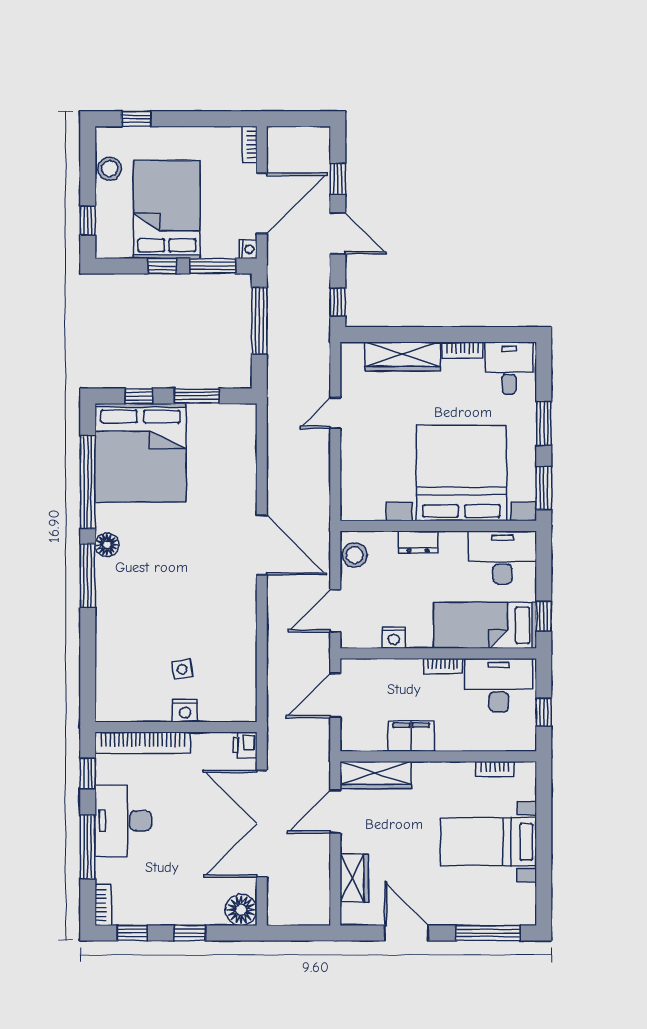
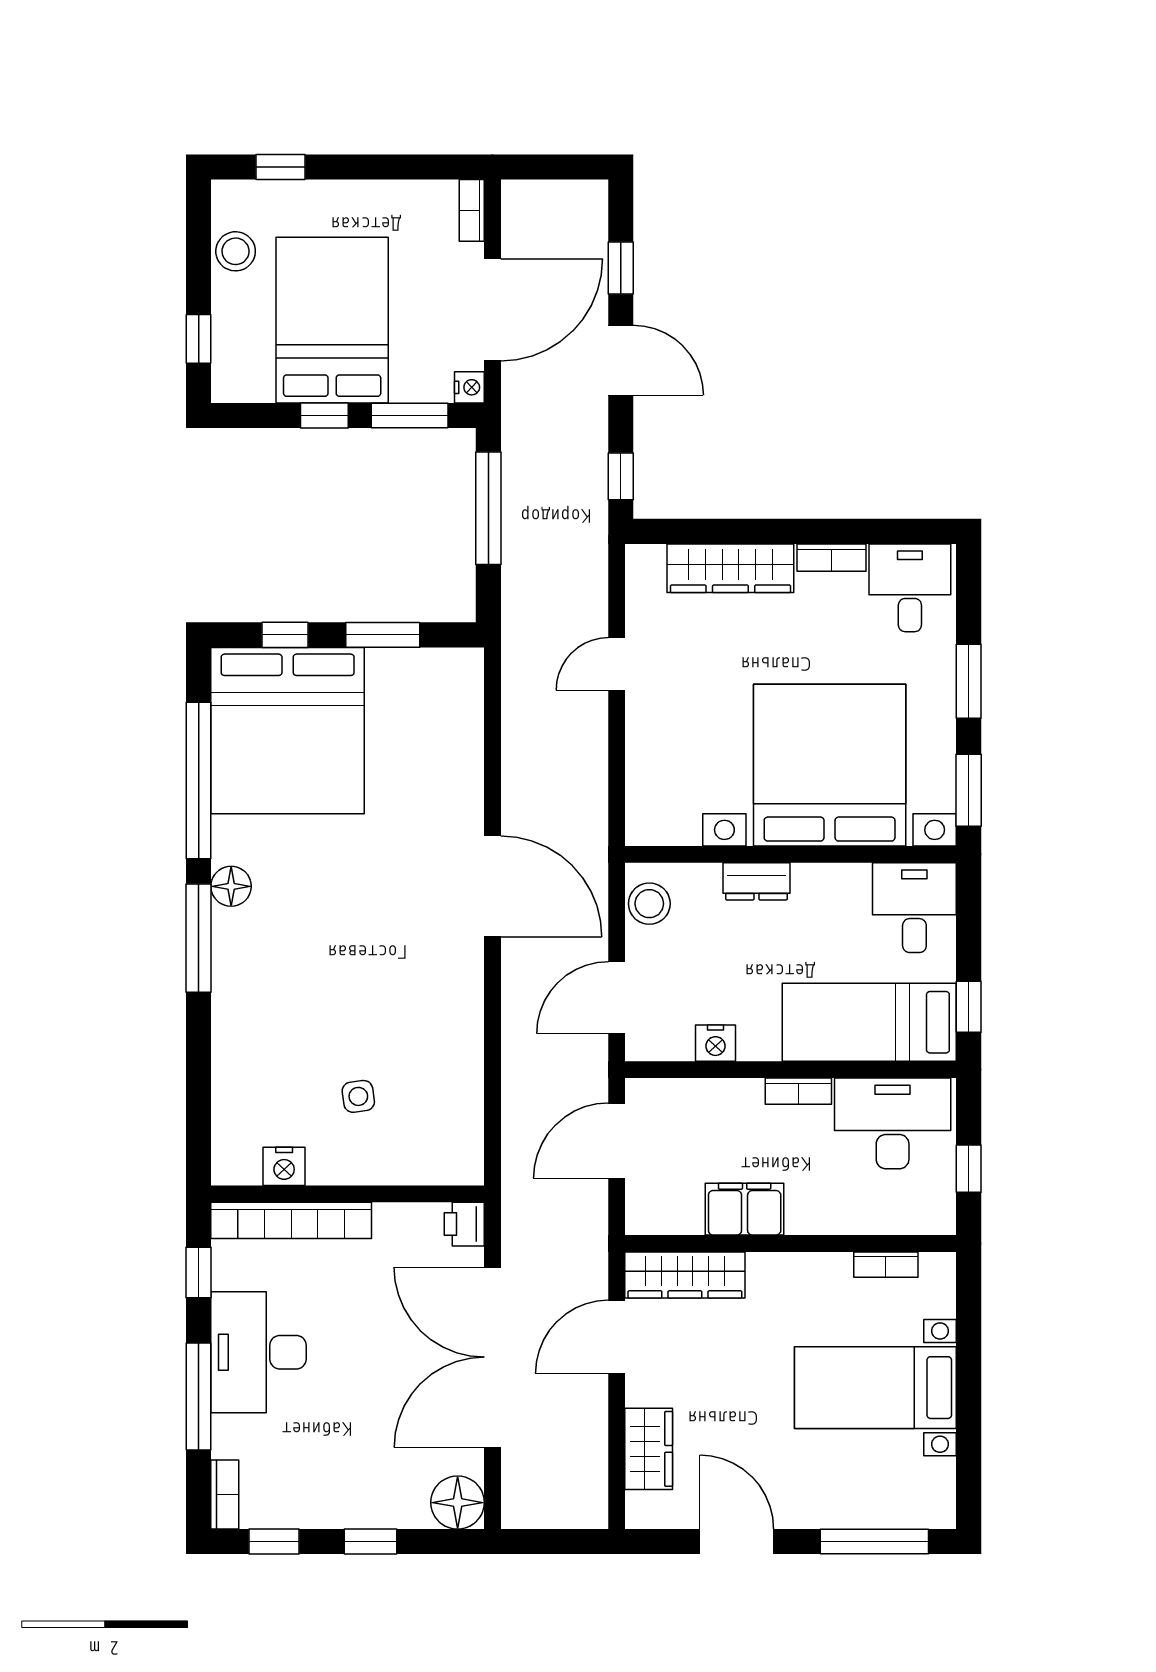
desk: (502, 557) -> (914, 908), width x0.73
nightstand: (185, 711) -> (284, 1166), moved

